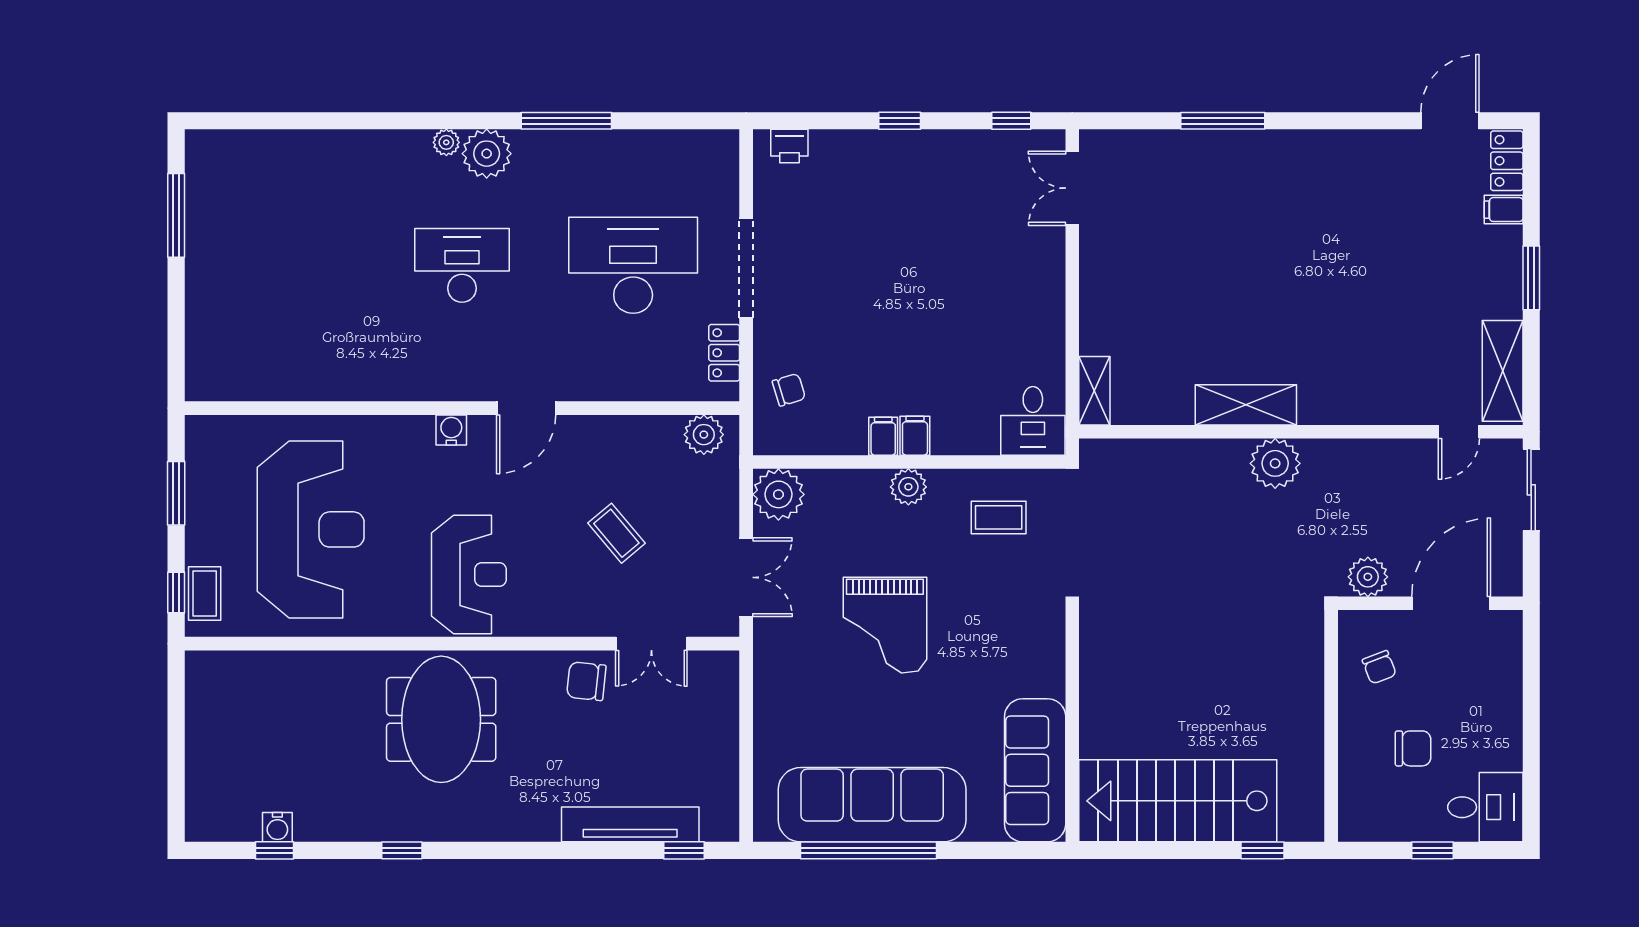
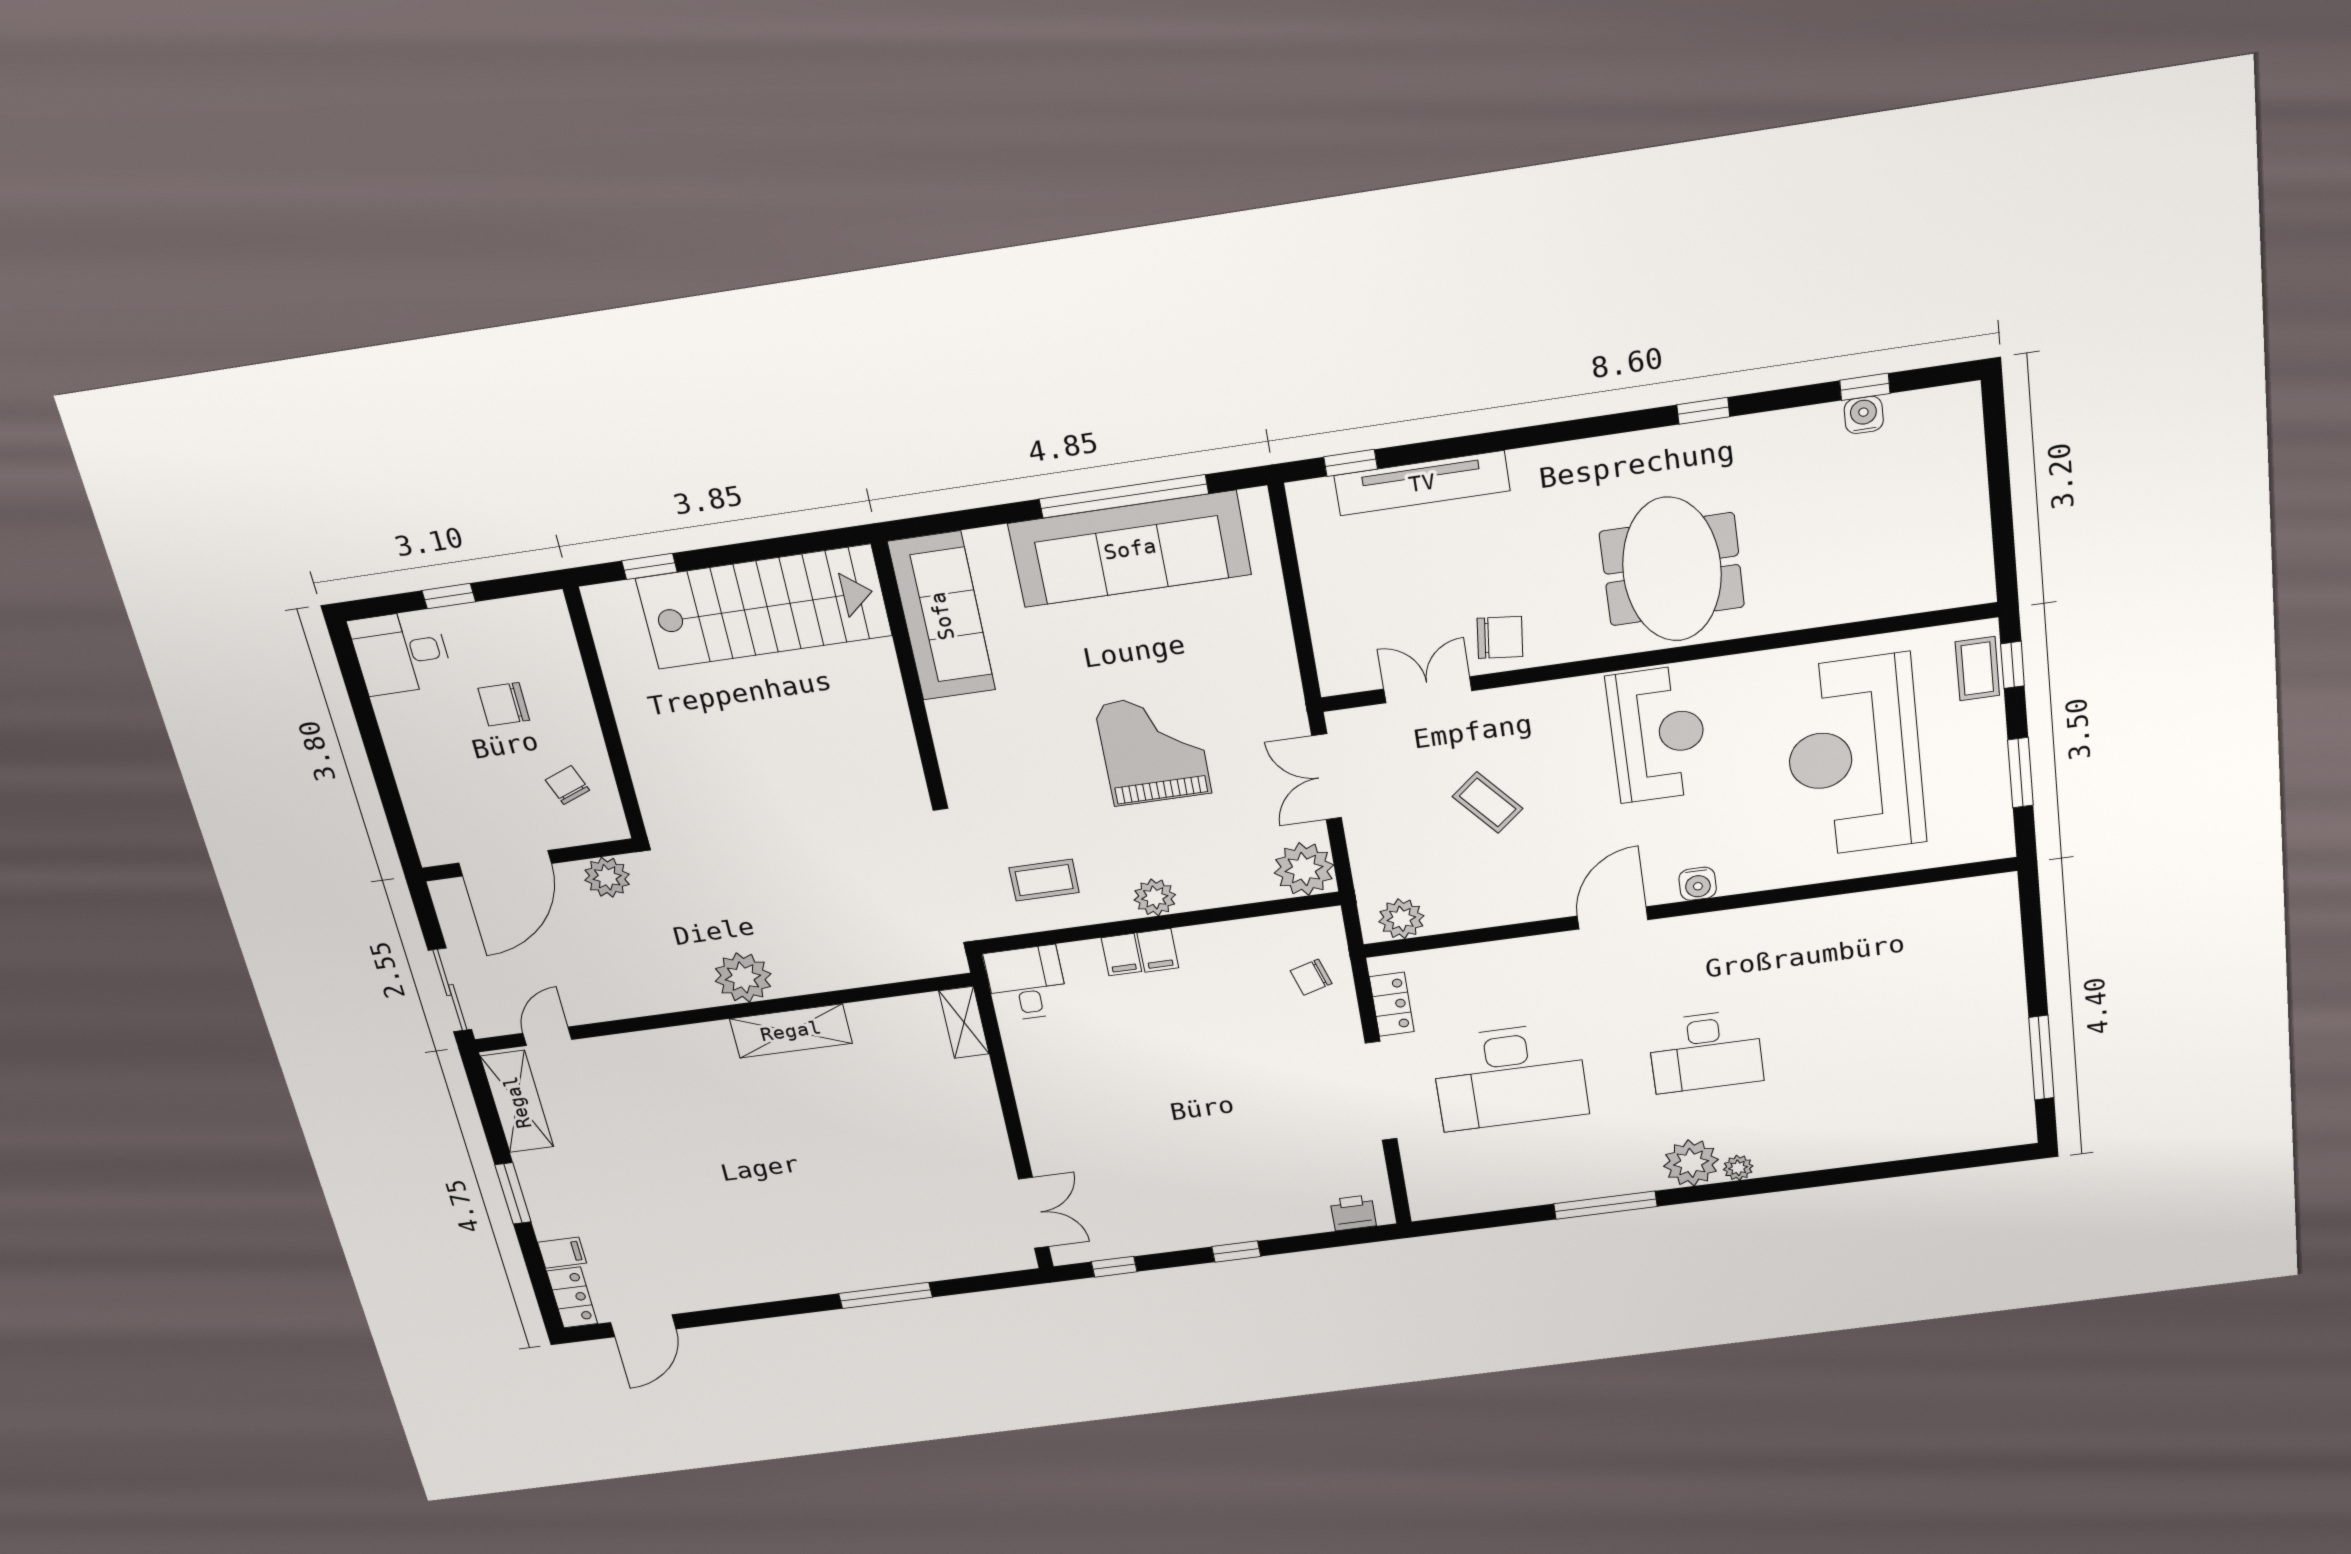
filing cabinet: (883, 436) -> (1121, 955), moved
reception desk: (469, 575) -> (1658, 734), turned 180

